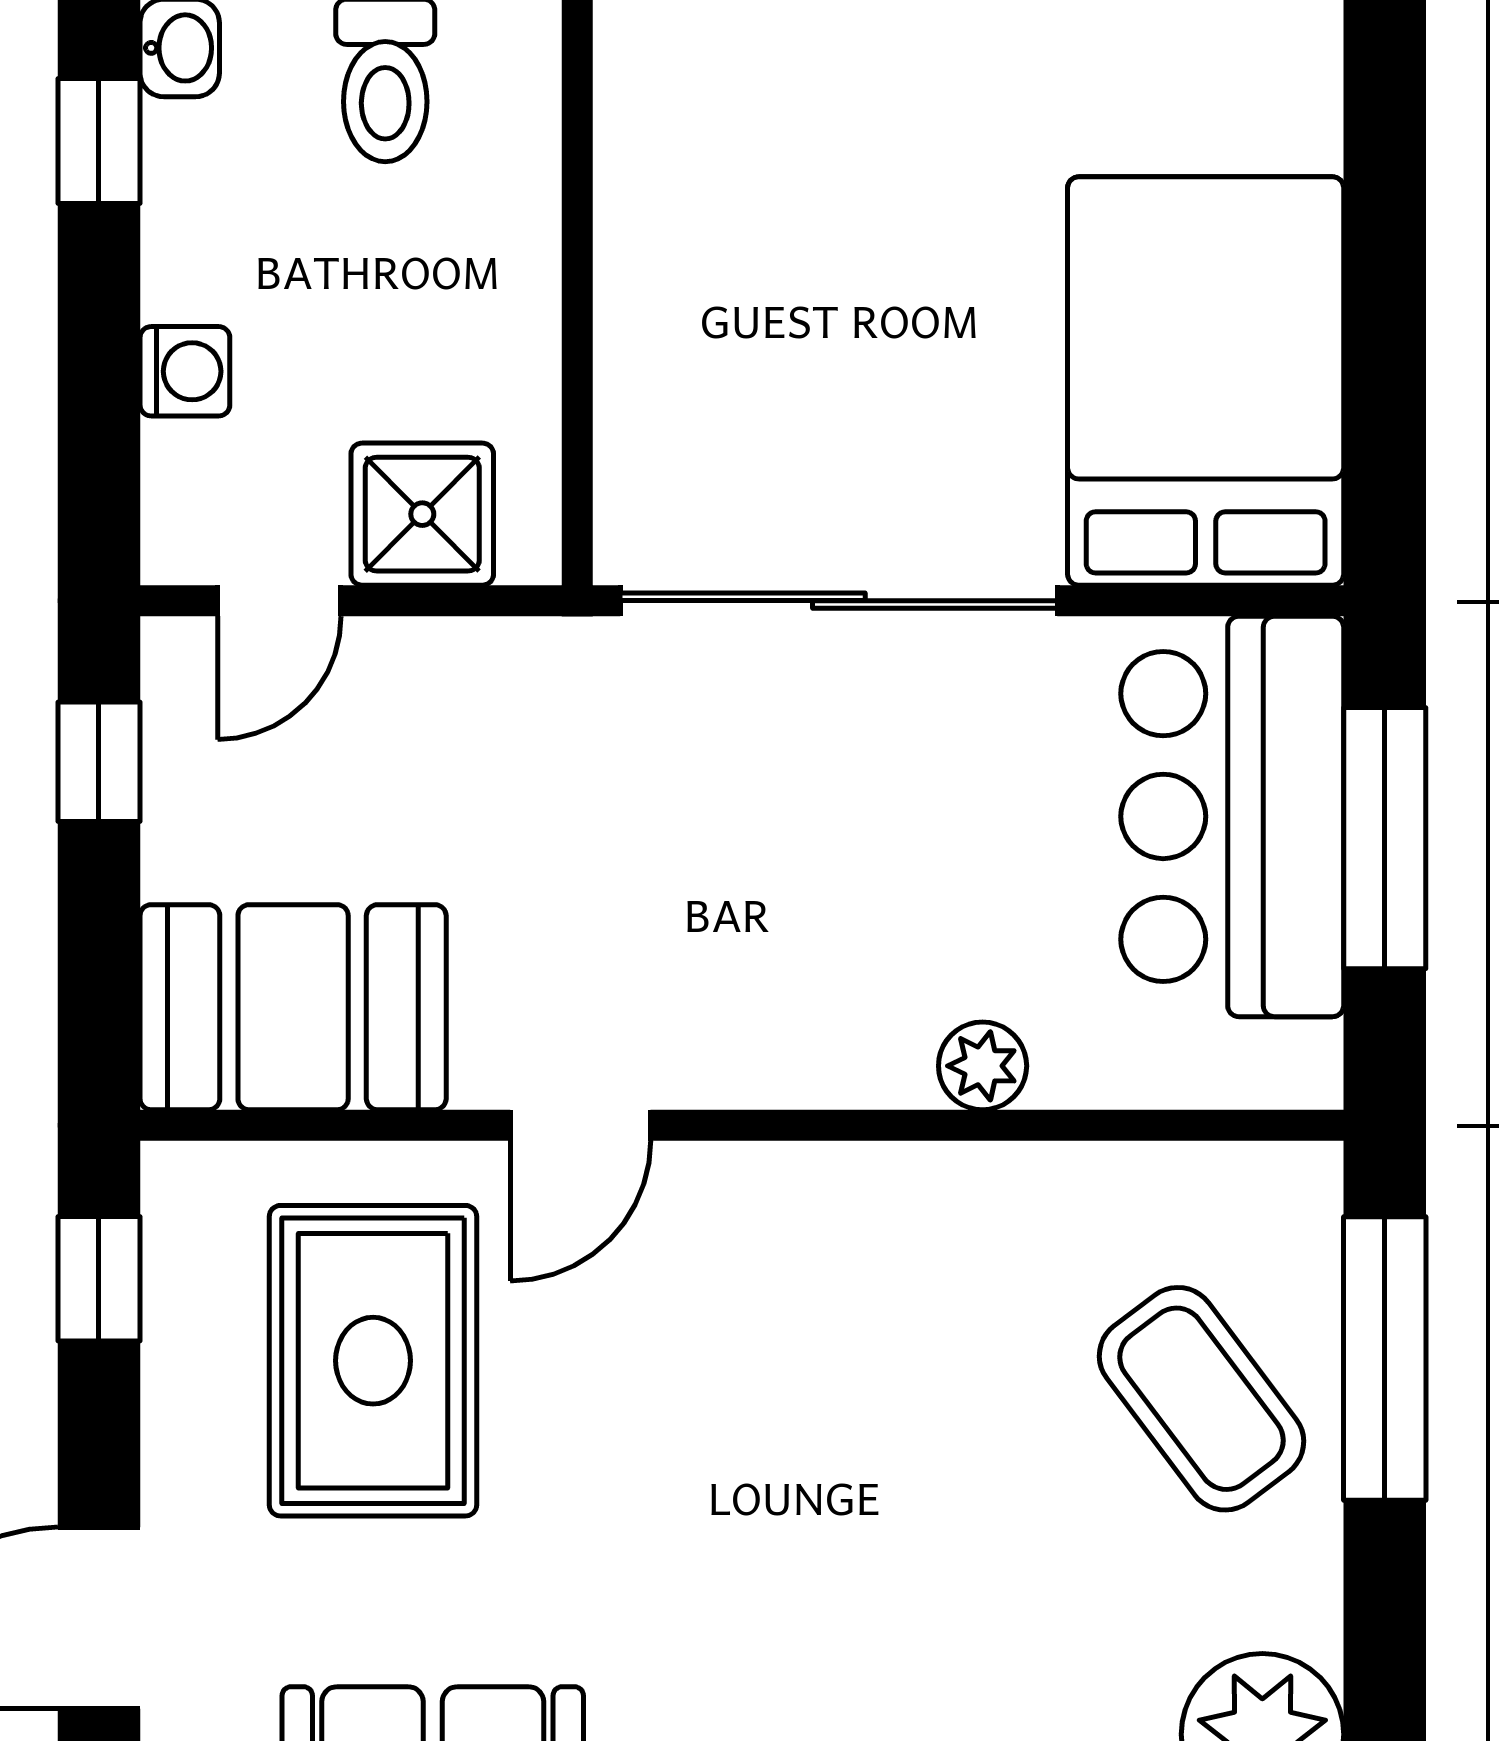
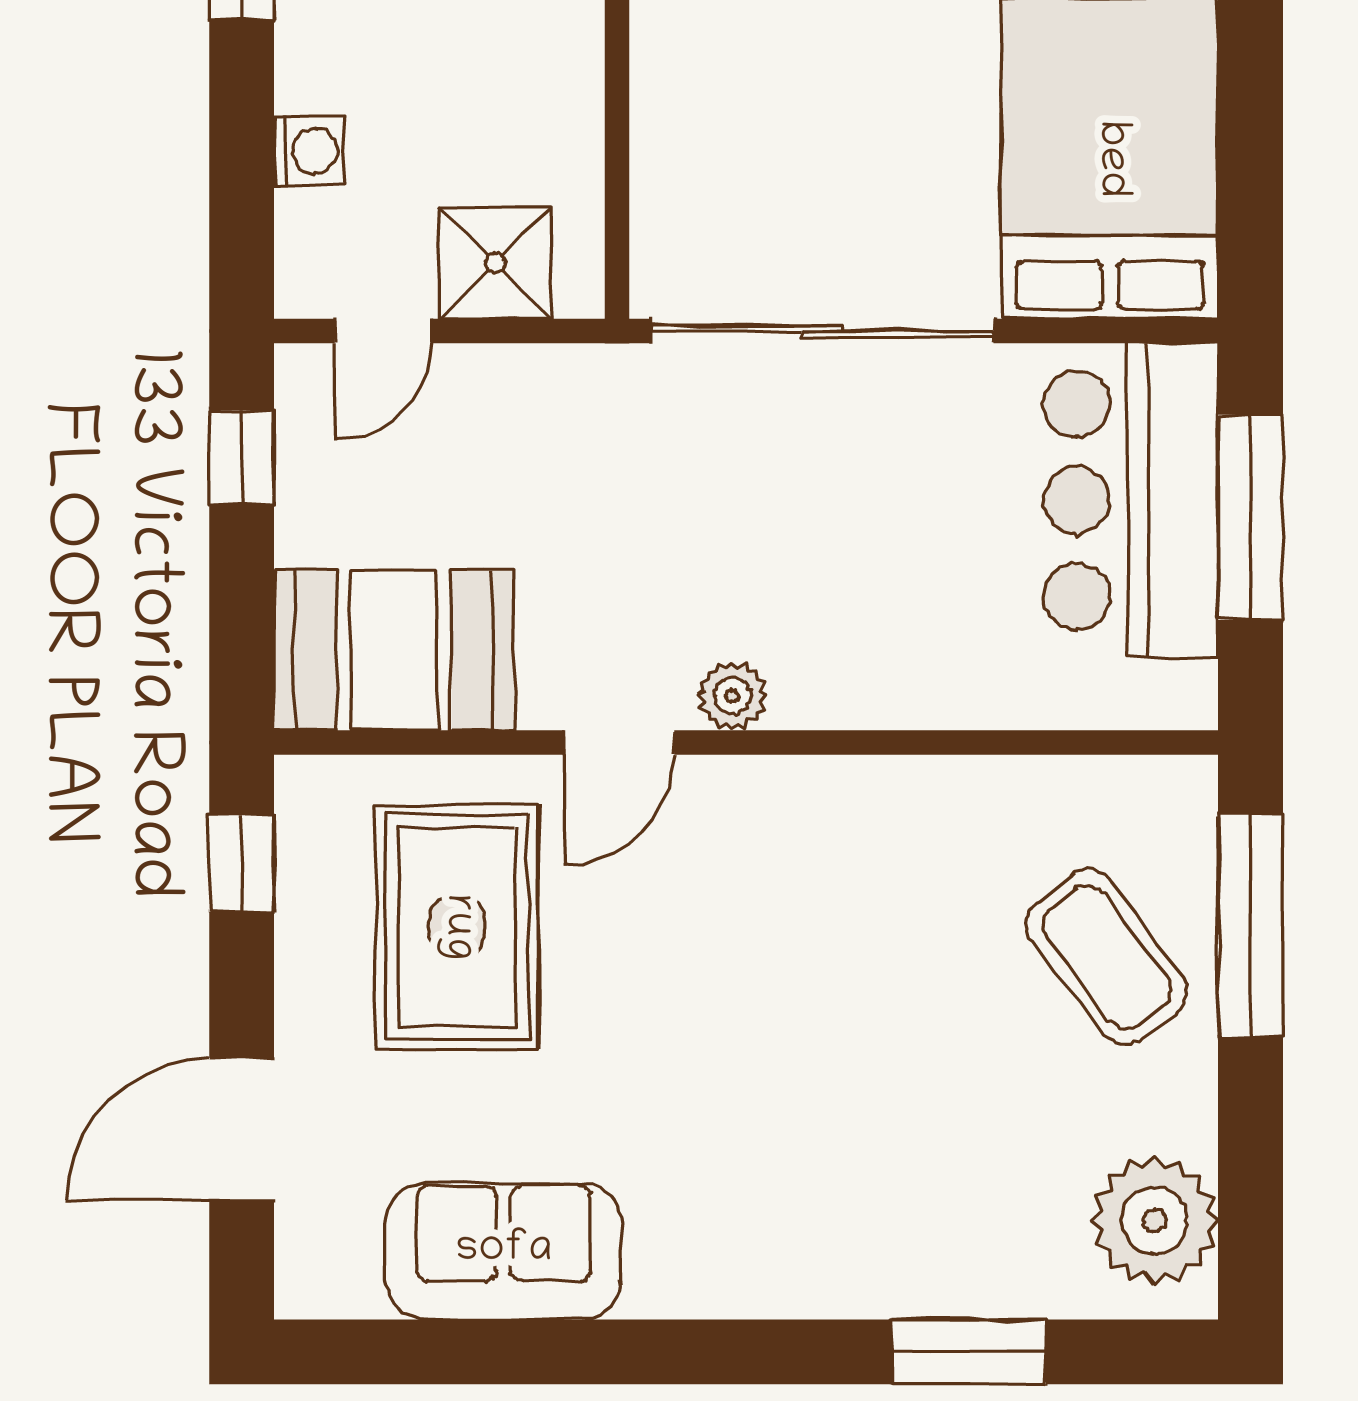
plant: (983, 1066) -> (732, 696), moved

